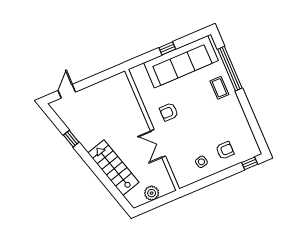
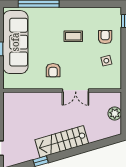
coffee table: (219, 88) -> (73, 36), moved
stairs: (113, 168) -> (62, 142), moved

